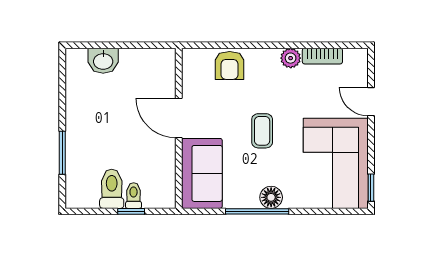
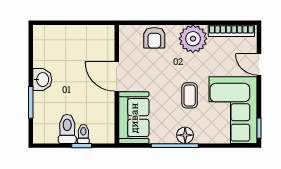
bookcase: (322, 56) -> (231, 31), width x1.56
plant: (291, 58) -> (193, 39), width x1.87, depth x1.87
washbasin: (103, 61) -> (42, 80), moved, turned -90
coffee table: (262, 131) -> (190, 95), moved

